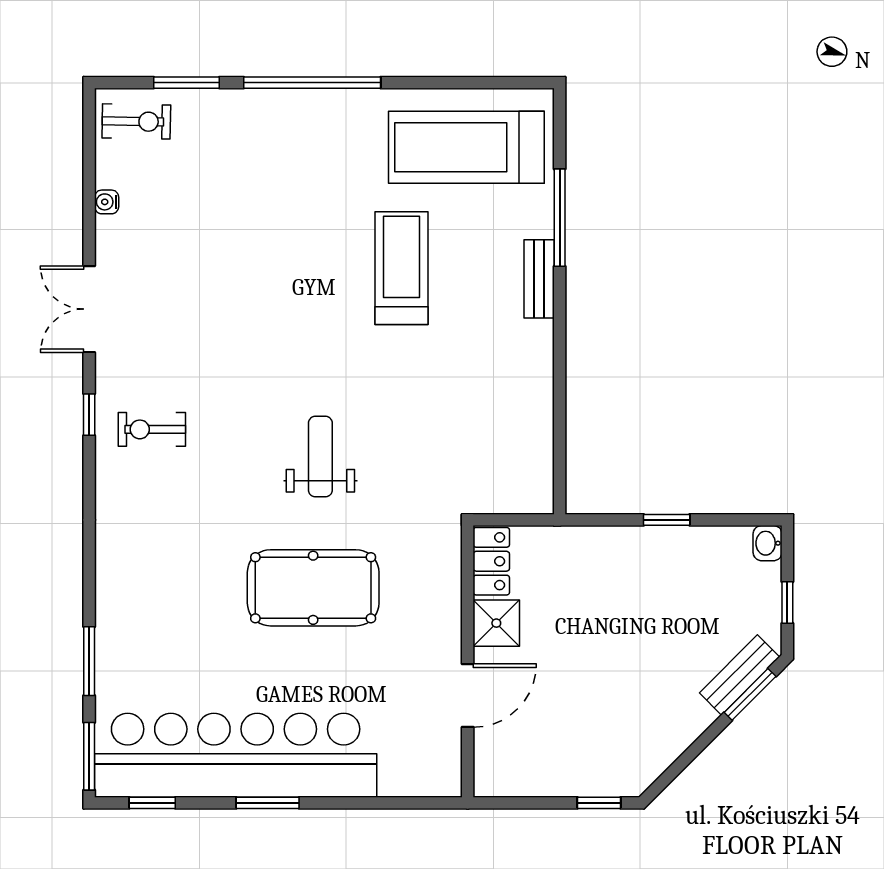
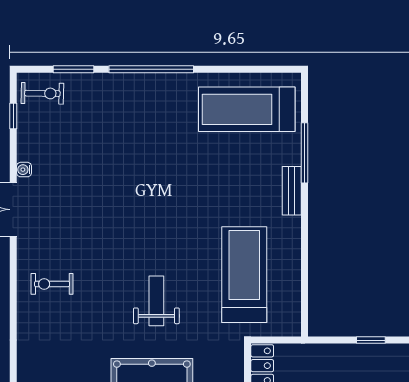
water cooler: (107, 202) -> (24, 170), moved
treadmill: (402, 268) -> (244, 275), moved, width x1.37, depth x1.38
window: (89, 415) -> (13, 116), moved

